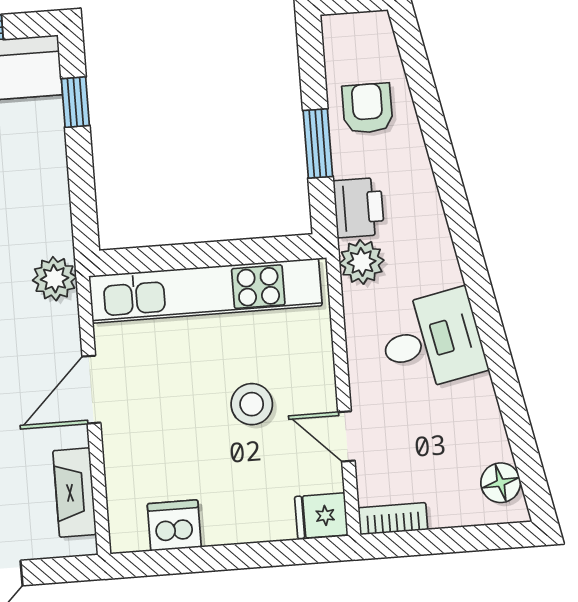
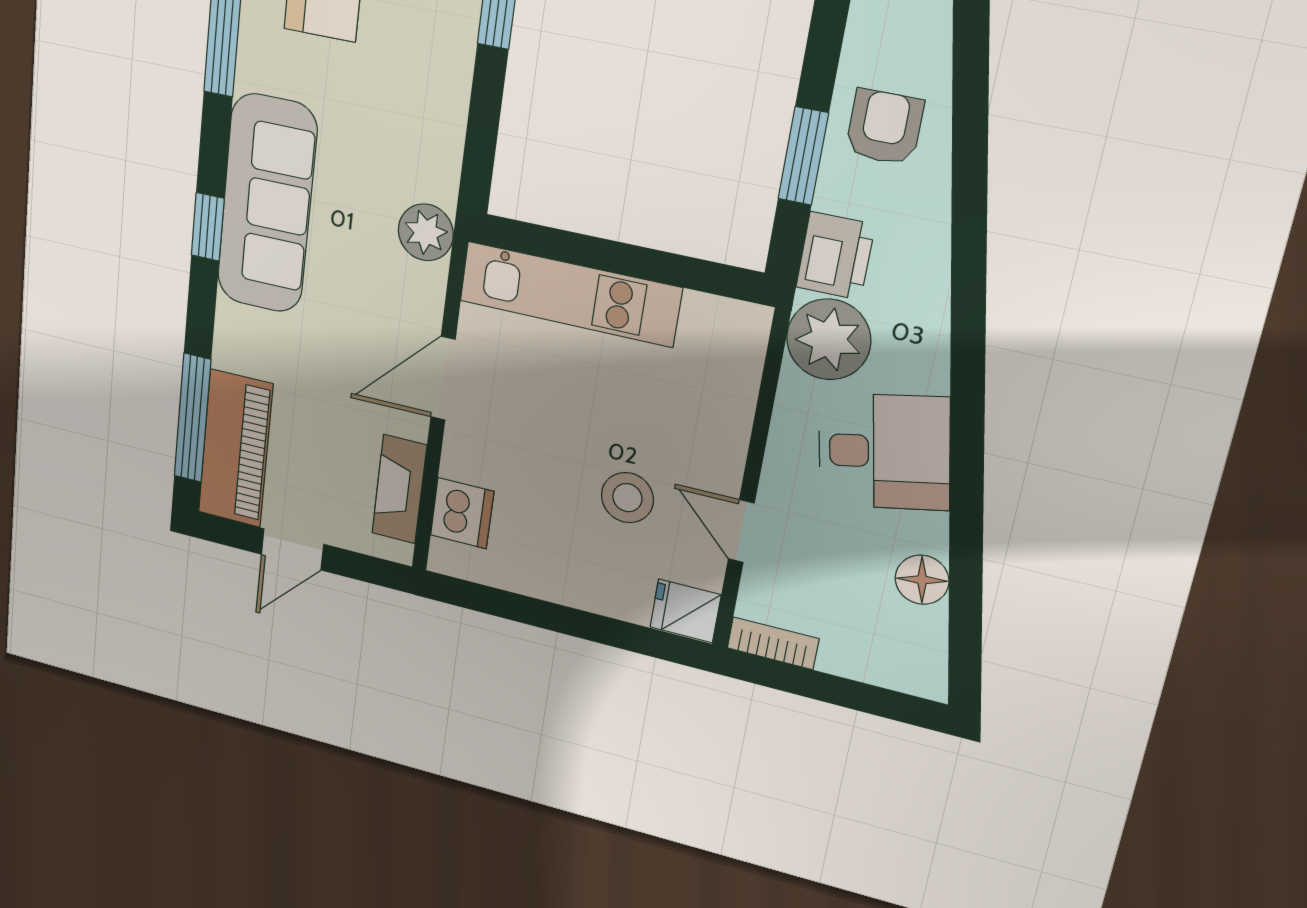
plant: (362, 262) -> (829, 339), width x1.36, depth x1.36
kitchen unit: (205, 291) -> (570, 294), width x0.73
stool: (252, 404) -> (627, 498), moved
floor lamp: (501, 483) -> (922, 580), moved
dishwasher: (174, 525) -> (462, 513), moved, turned 90

